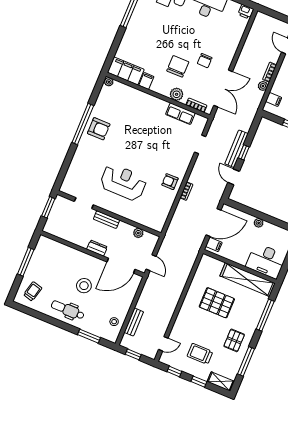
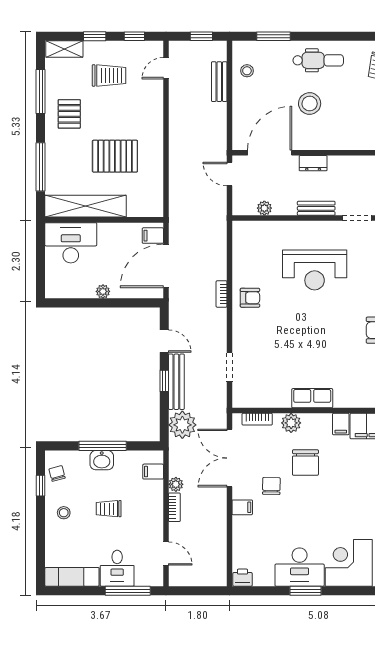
filing cabinet: (228, 55) -> (242, 507), added
row of seats: (180, 114) -> (312, 398), moved
plant: (244, 121) -> (182, 425), added

